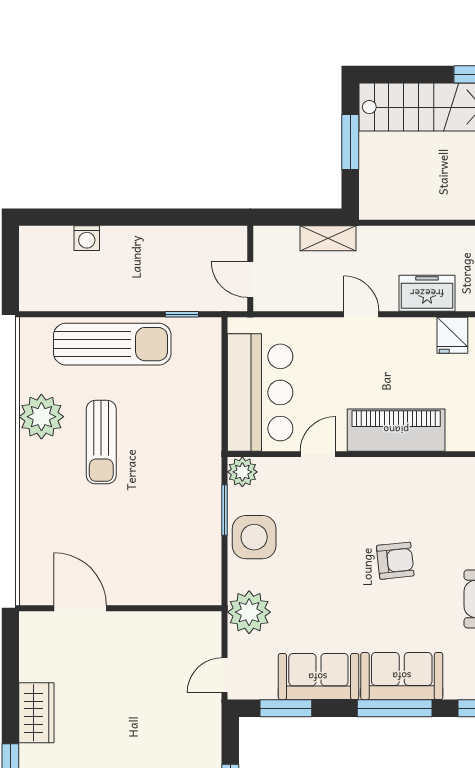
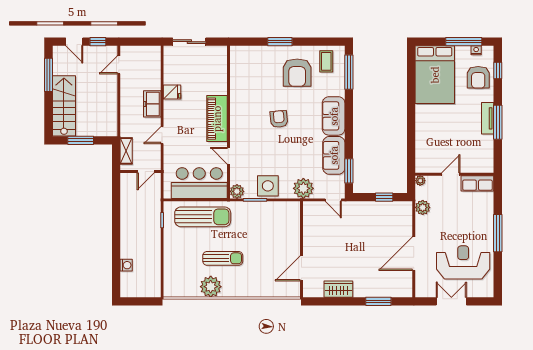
wall: (250, 269) -> (140, 171), moved
door: (250, 279) -> (146, 171), moved
sun lounger: (112, 344) -> (203, 217), moved, turned 90
window: (395, 708) -> (349, 119), removed
wardrobe: (36, 713) -> (338, 289), moved

